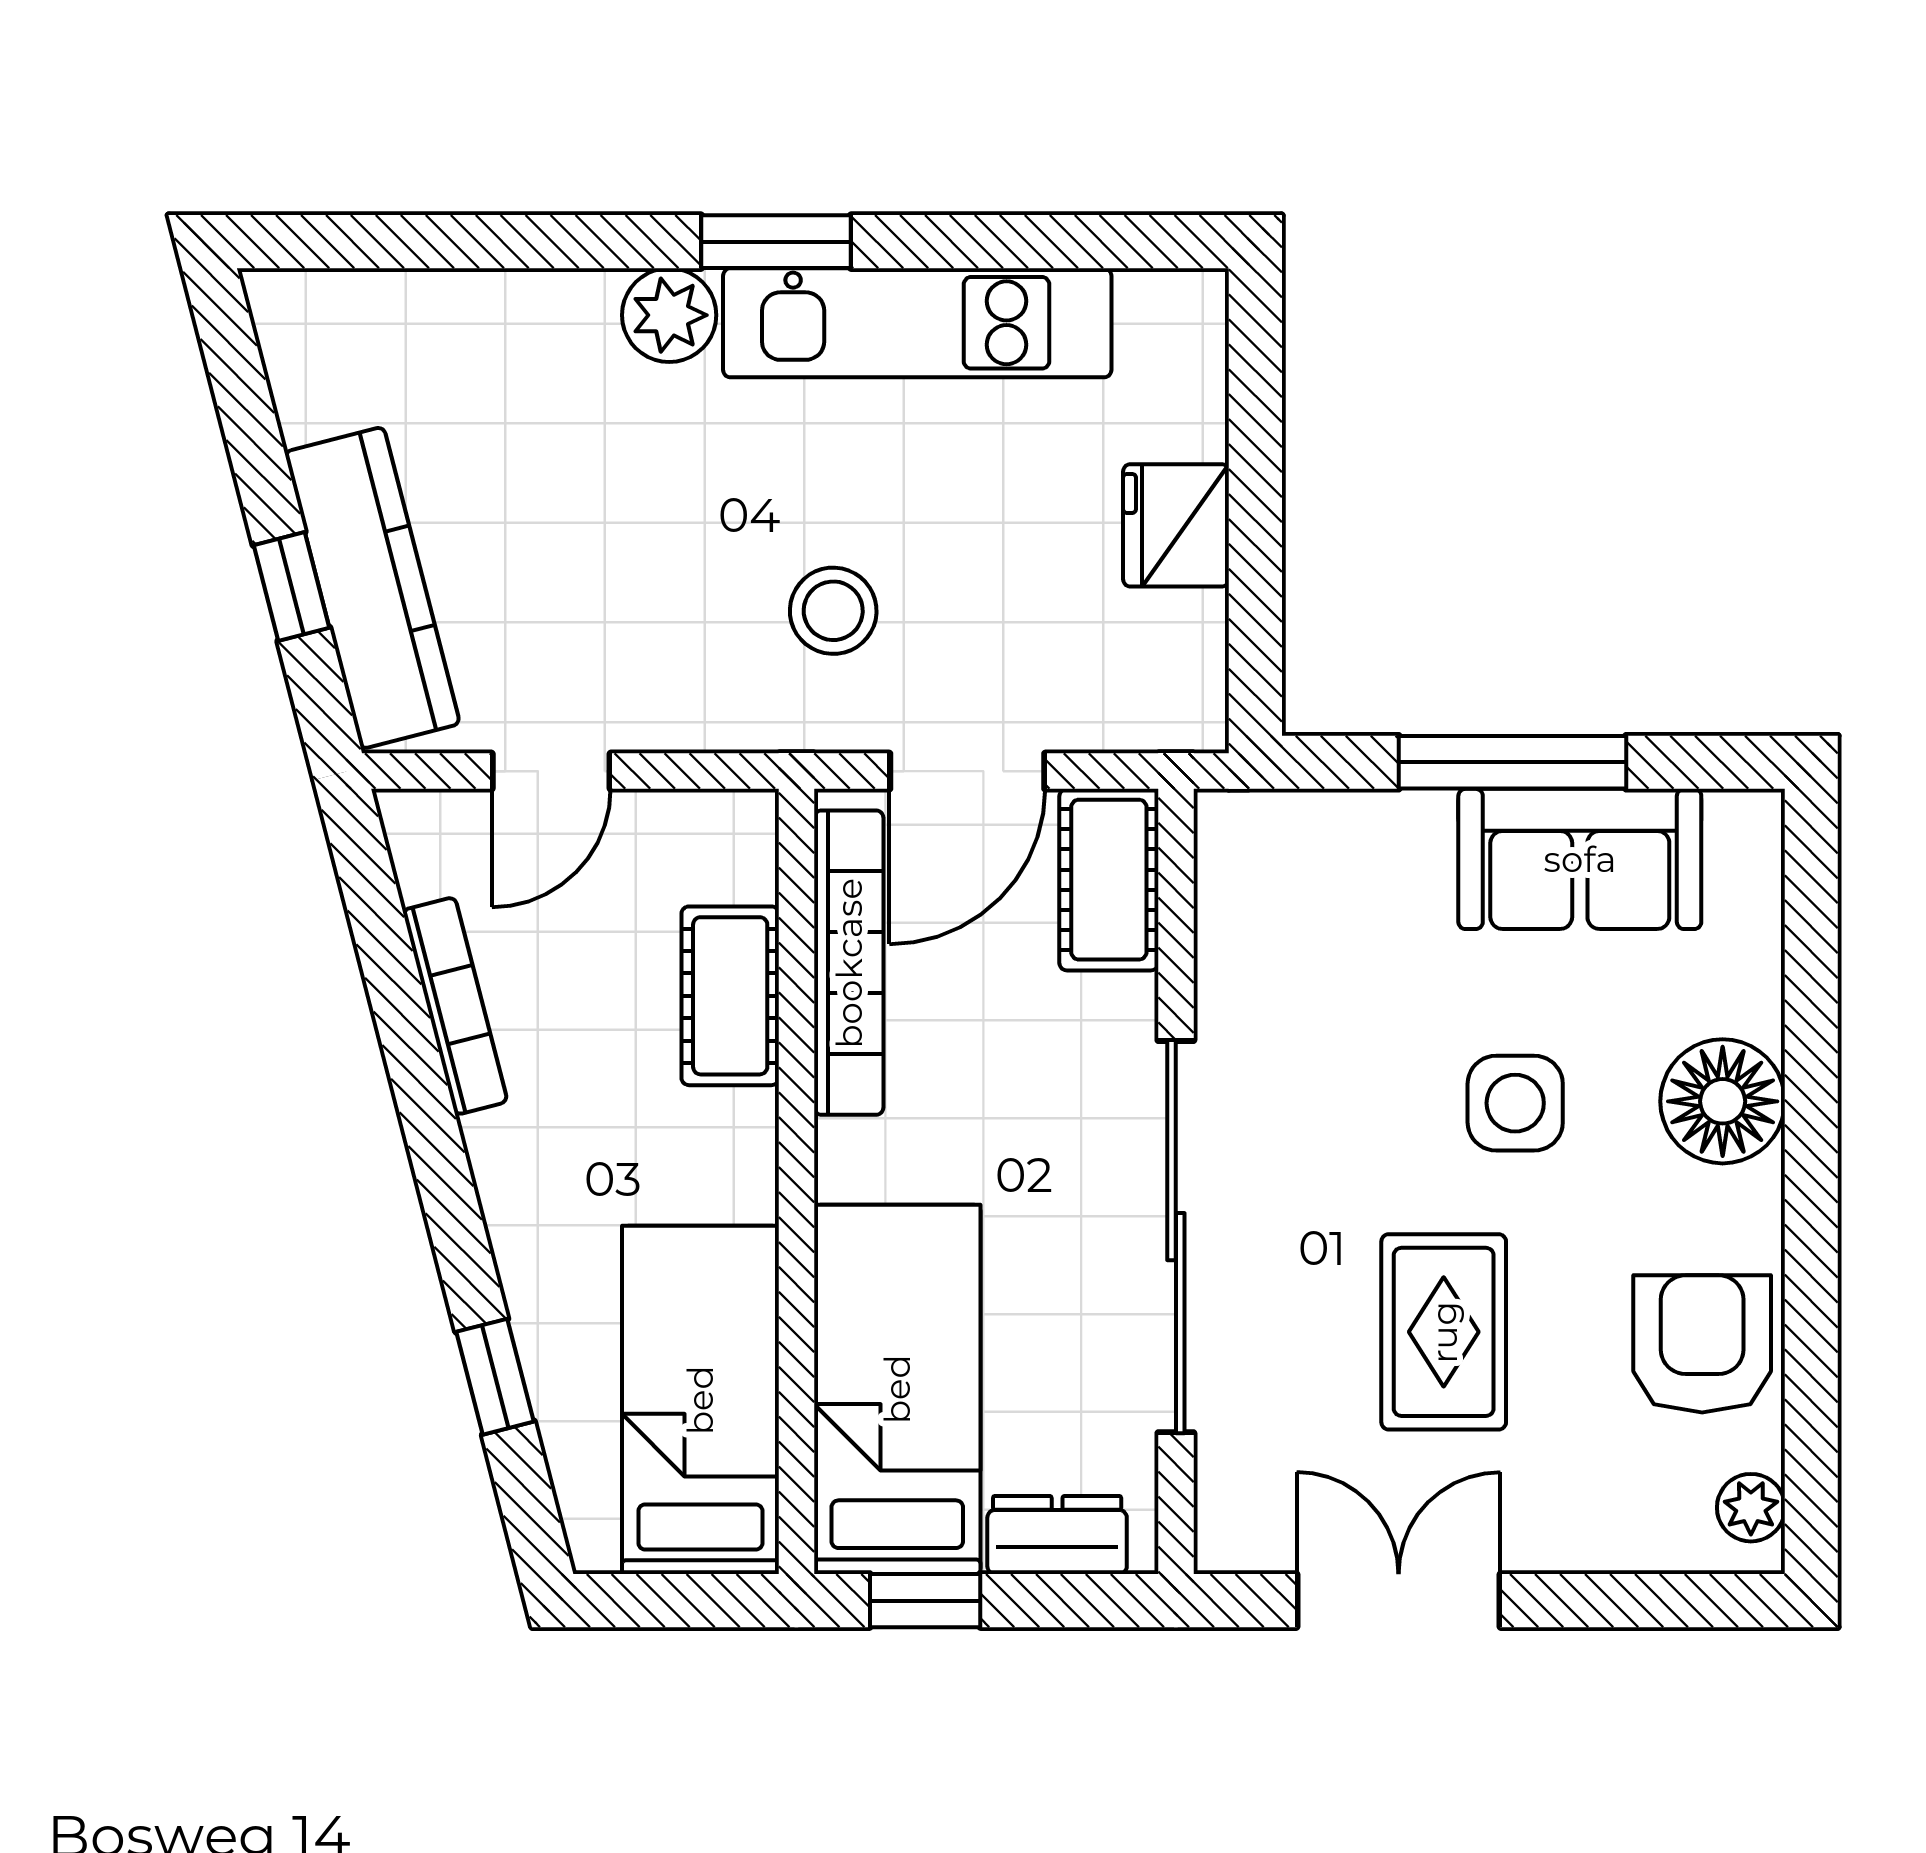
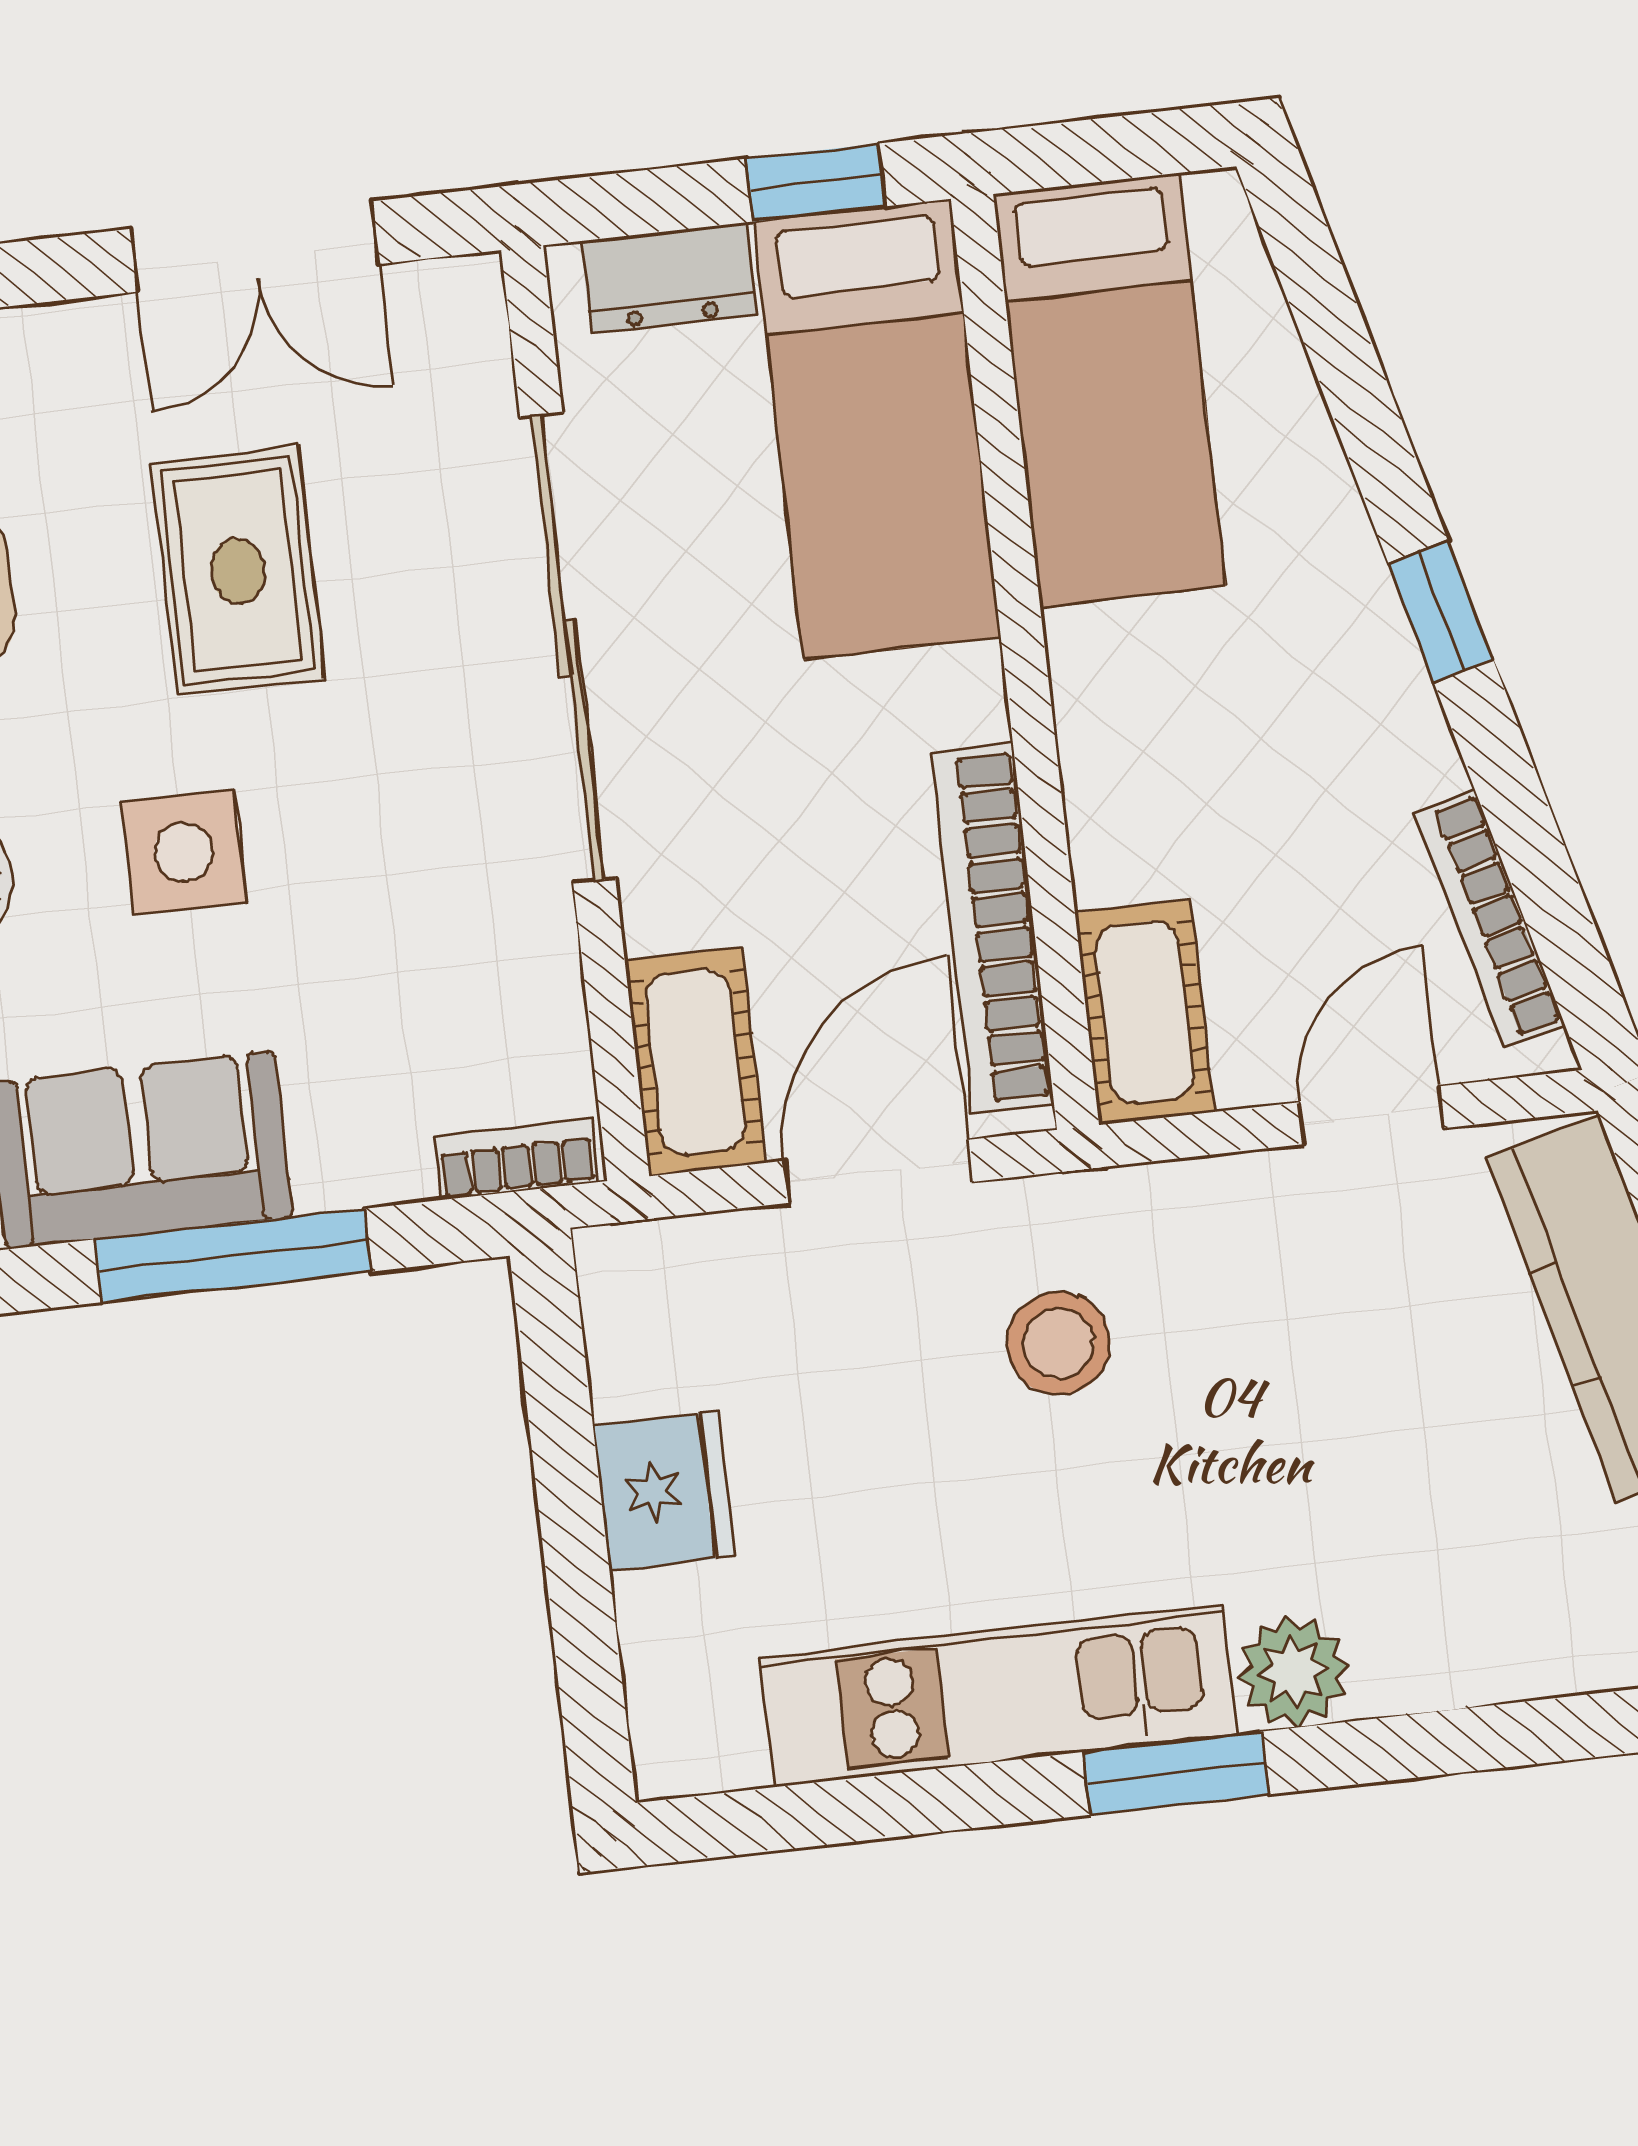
bookcase: (1267, 815) -> (516, 1160), added
cot: (730, 996) -> (1145, 1012), moved
bookcase: (455, 1006) -> (1490, 919), moved
window: (495, 1377) -> (1441, 612), moved

